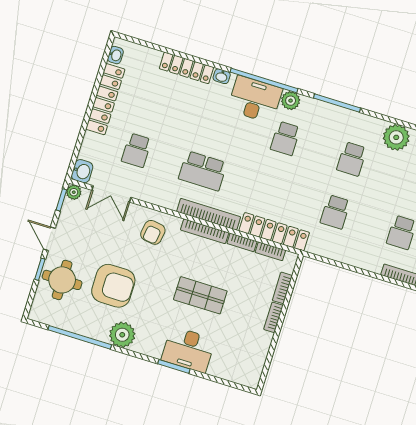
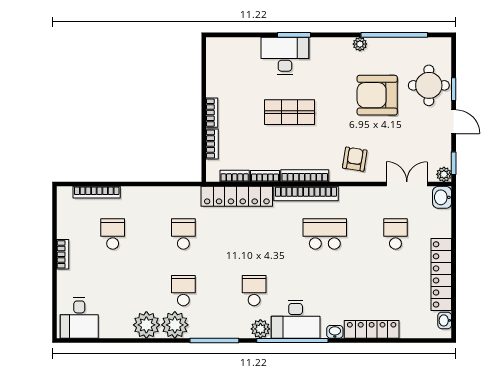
plant: (370, 129) -> (175, 325), added
plant: (122, 335) -> (360, 44), width x0.53, depth x0.53

